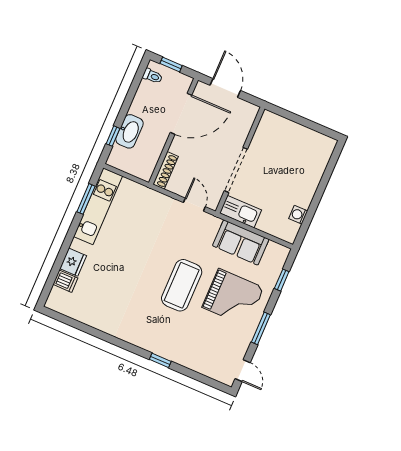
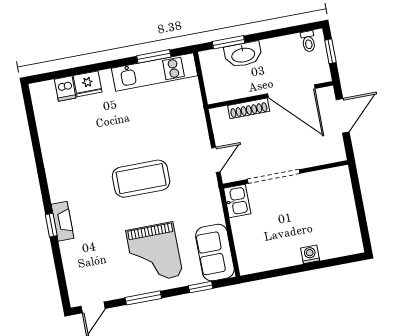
window: (113, 136) -> (229, 42), width x1.50
shoe rack: (166, 170) -> (249, 108), moved
kitchen sink: (241, 212) -> (237, 201), width x0.73
washing machine: (298, 215) -> (310, 254), moved
sofa: (241, 242) -> (215, 253), moved
coffee table: (182, 285) -> (141, 179), moved
fireplace: (163, 350) -> (63, 221), added

